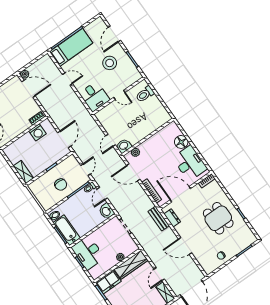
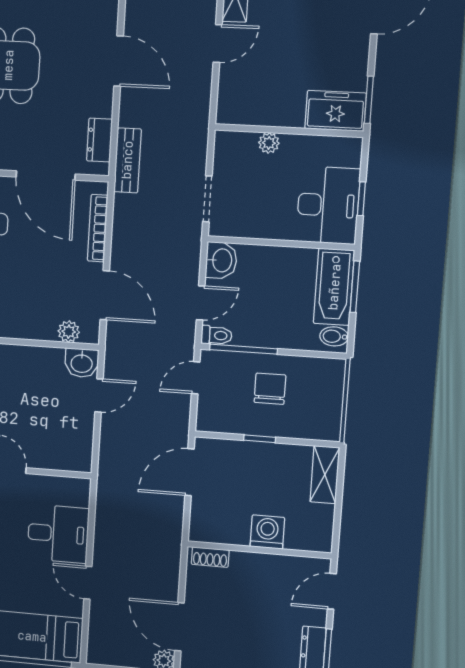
desk: (95, 96) -> (58, 534), moved, turned 90
washing machine: (37, 132) -> (267, 532), moved
wardrobe: (131, 265) -> (260, 110), removed

